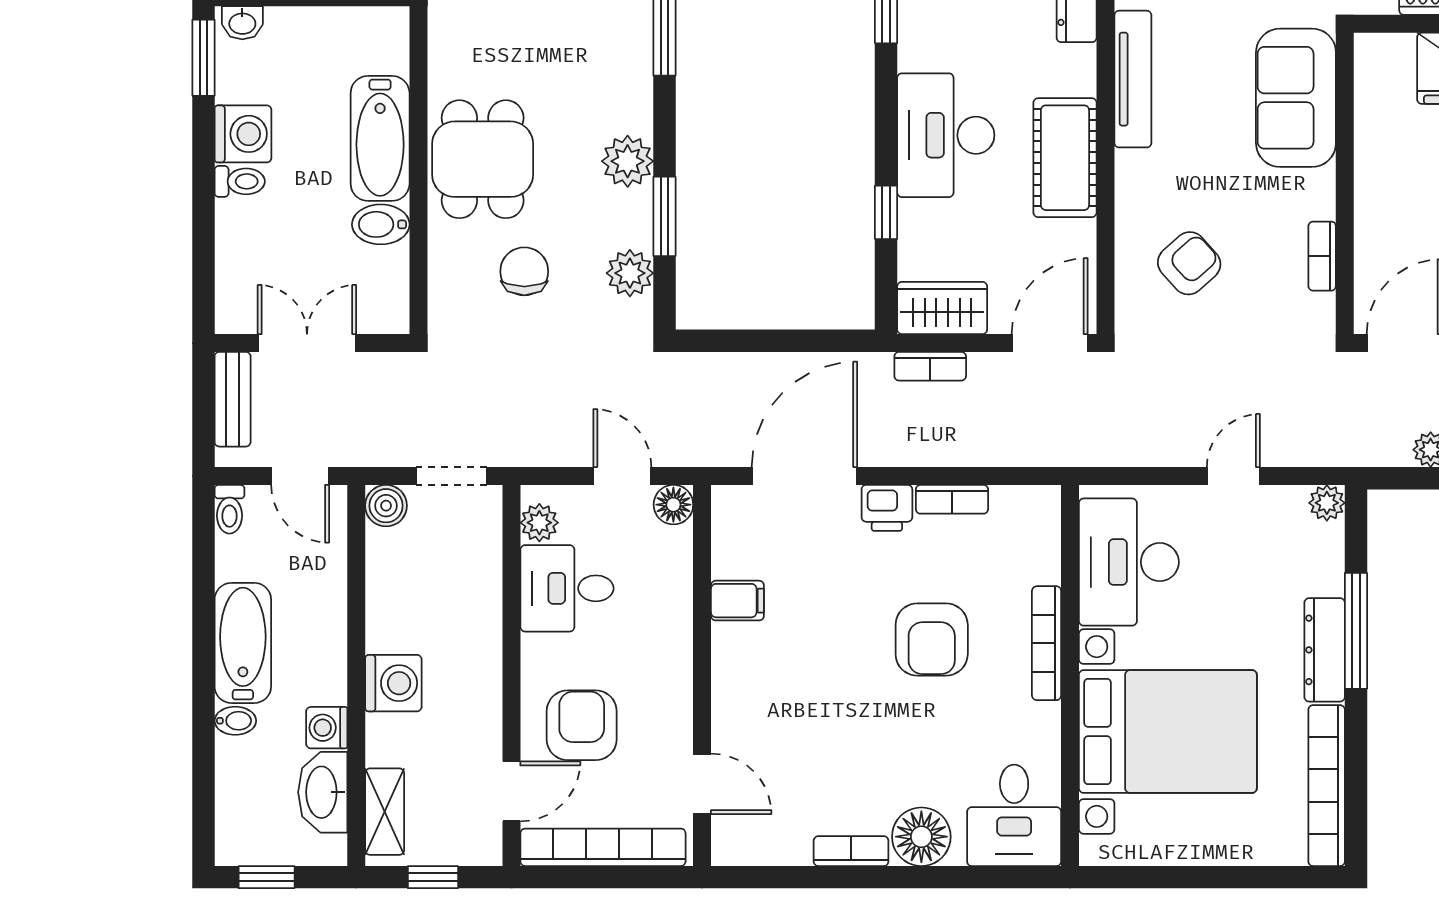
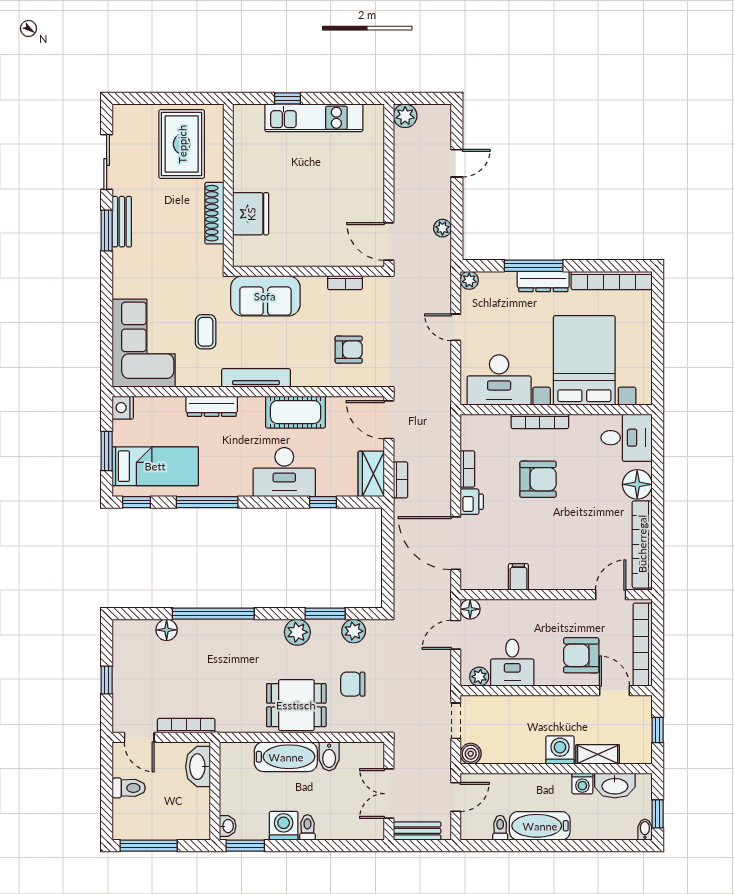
armchair: (1189, 263) -> (349, 350), turned 132
toilet: (229, 509) -> (500, 828), moved, turned -90
bidet: (235, 721) -> (645, 830), moved
shelving: (385, 812) -> (598, 754), moved
bookcase: (851, 851) -> (642, 544), width x2.31, depth x1.31

